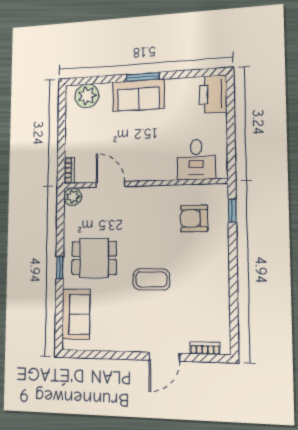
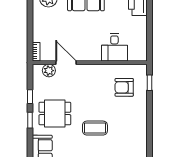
desk: (196, 160) -> (114, 47), moved
plant: (73, 197) -> (49, 71), moved
window: (60, 234) -> (30, 97), added

